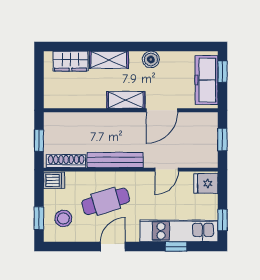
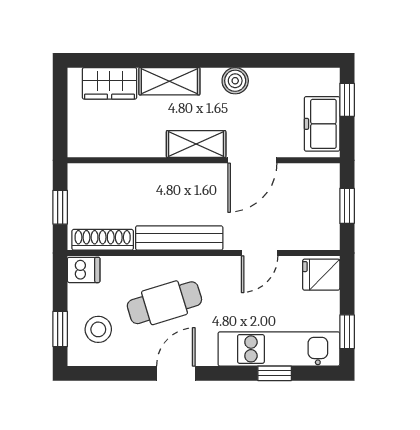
freezer: (206, 80) -> (322, 124), width x0.71

